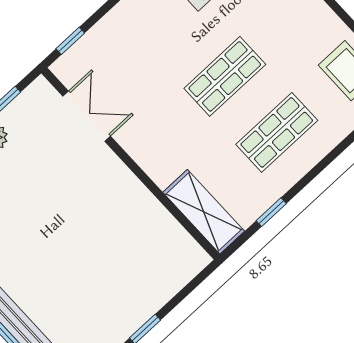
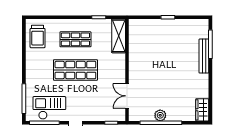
shop shelf: (225, 76) -> (75, 70), width x1.43, depth x1.36

